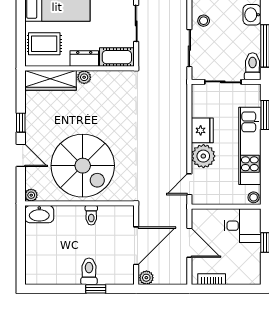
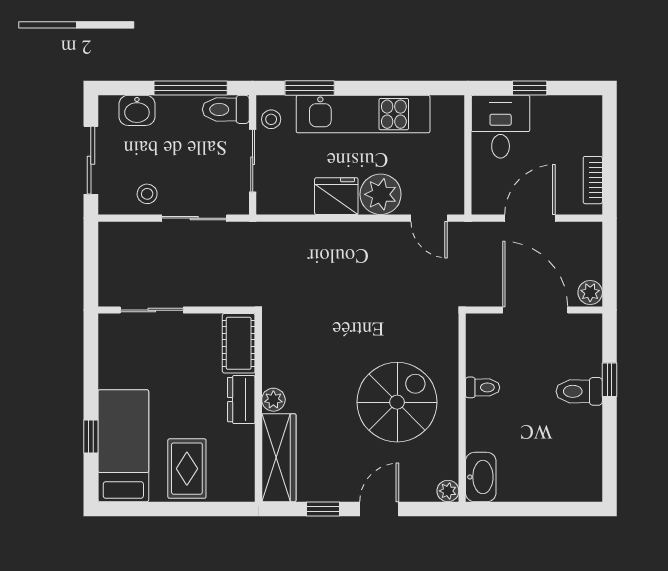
cot: (117, 57) -> (239, 343), moved
dresser: (84, 59) -> (241, 400), moved
wall: (80, 68) -> (258, 408), moved
plant: (84, 77) -> (273, 400), moved
wardrobe: (50, 80) -> (279, 458), moved
spiral stairs: (83, 166) -> (397, 402), width x0.73, depth x0.73
stool: (254, 197) -> (271, 119), moved

